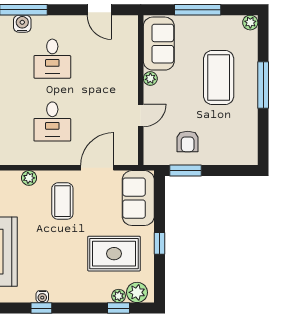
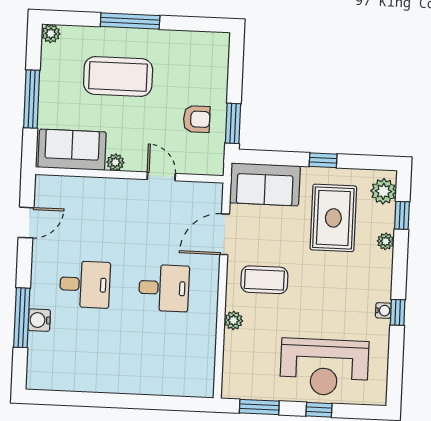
door: (97, 168) -> (225, 234), hinge flipped
plant: (119, 296) -> (386, 241), moved

